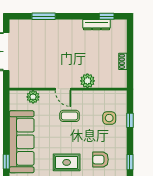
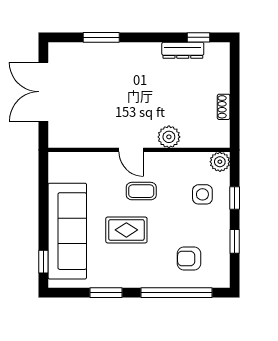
plant: (33, 97) -> (220, 162), moved
rug: (67, 162) -> (126, 230), moved
window: (130, 162) -> (235, 241), moved

